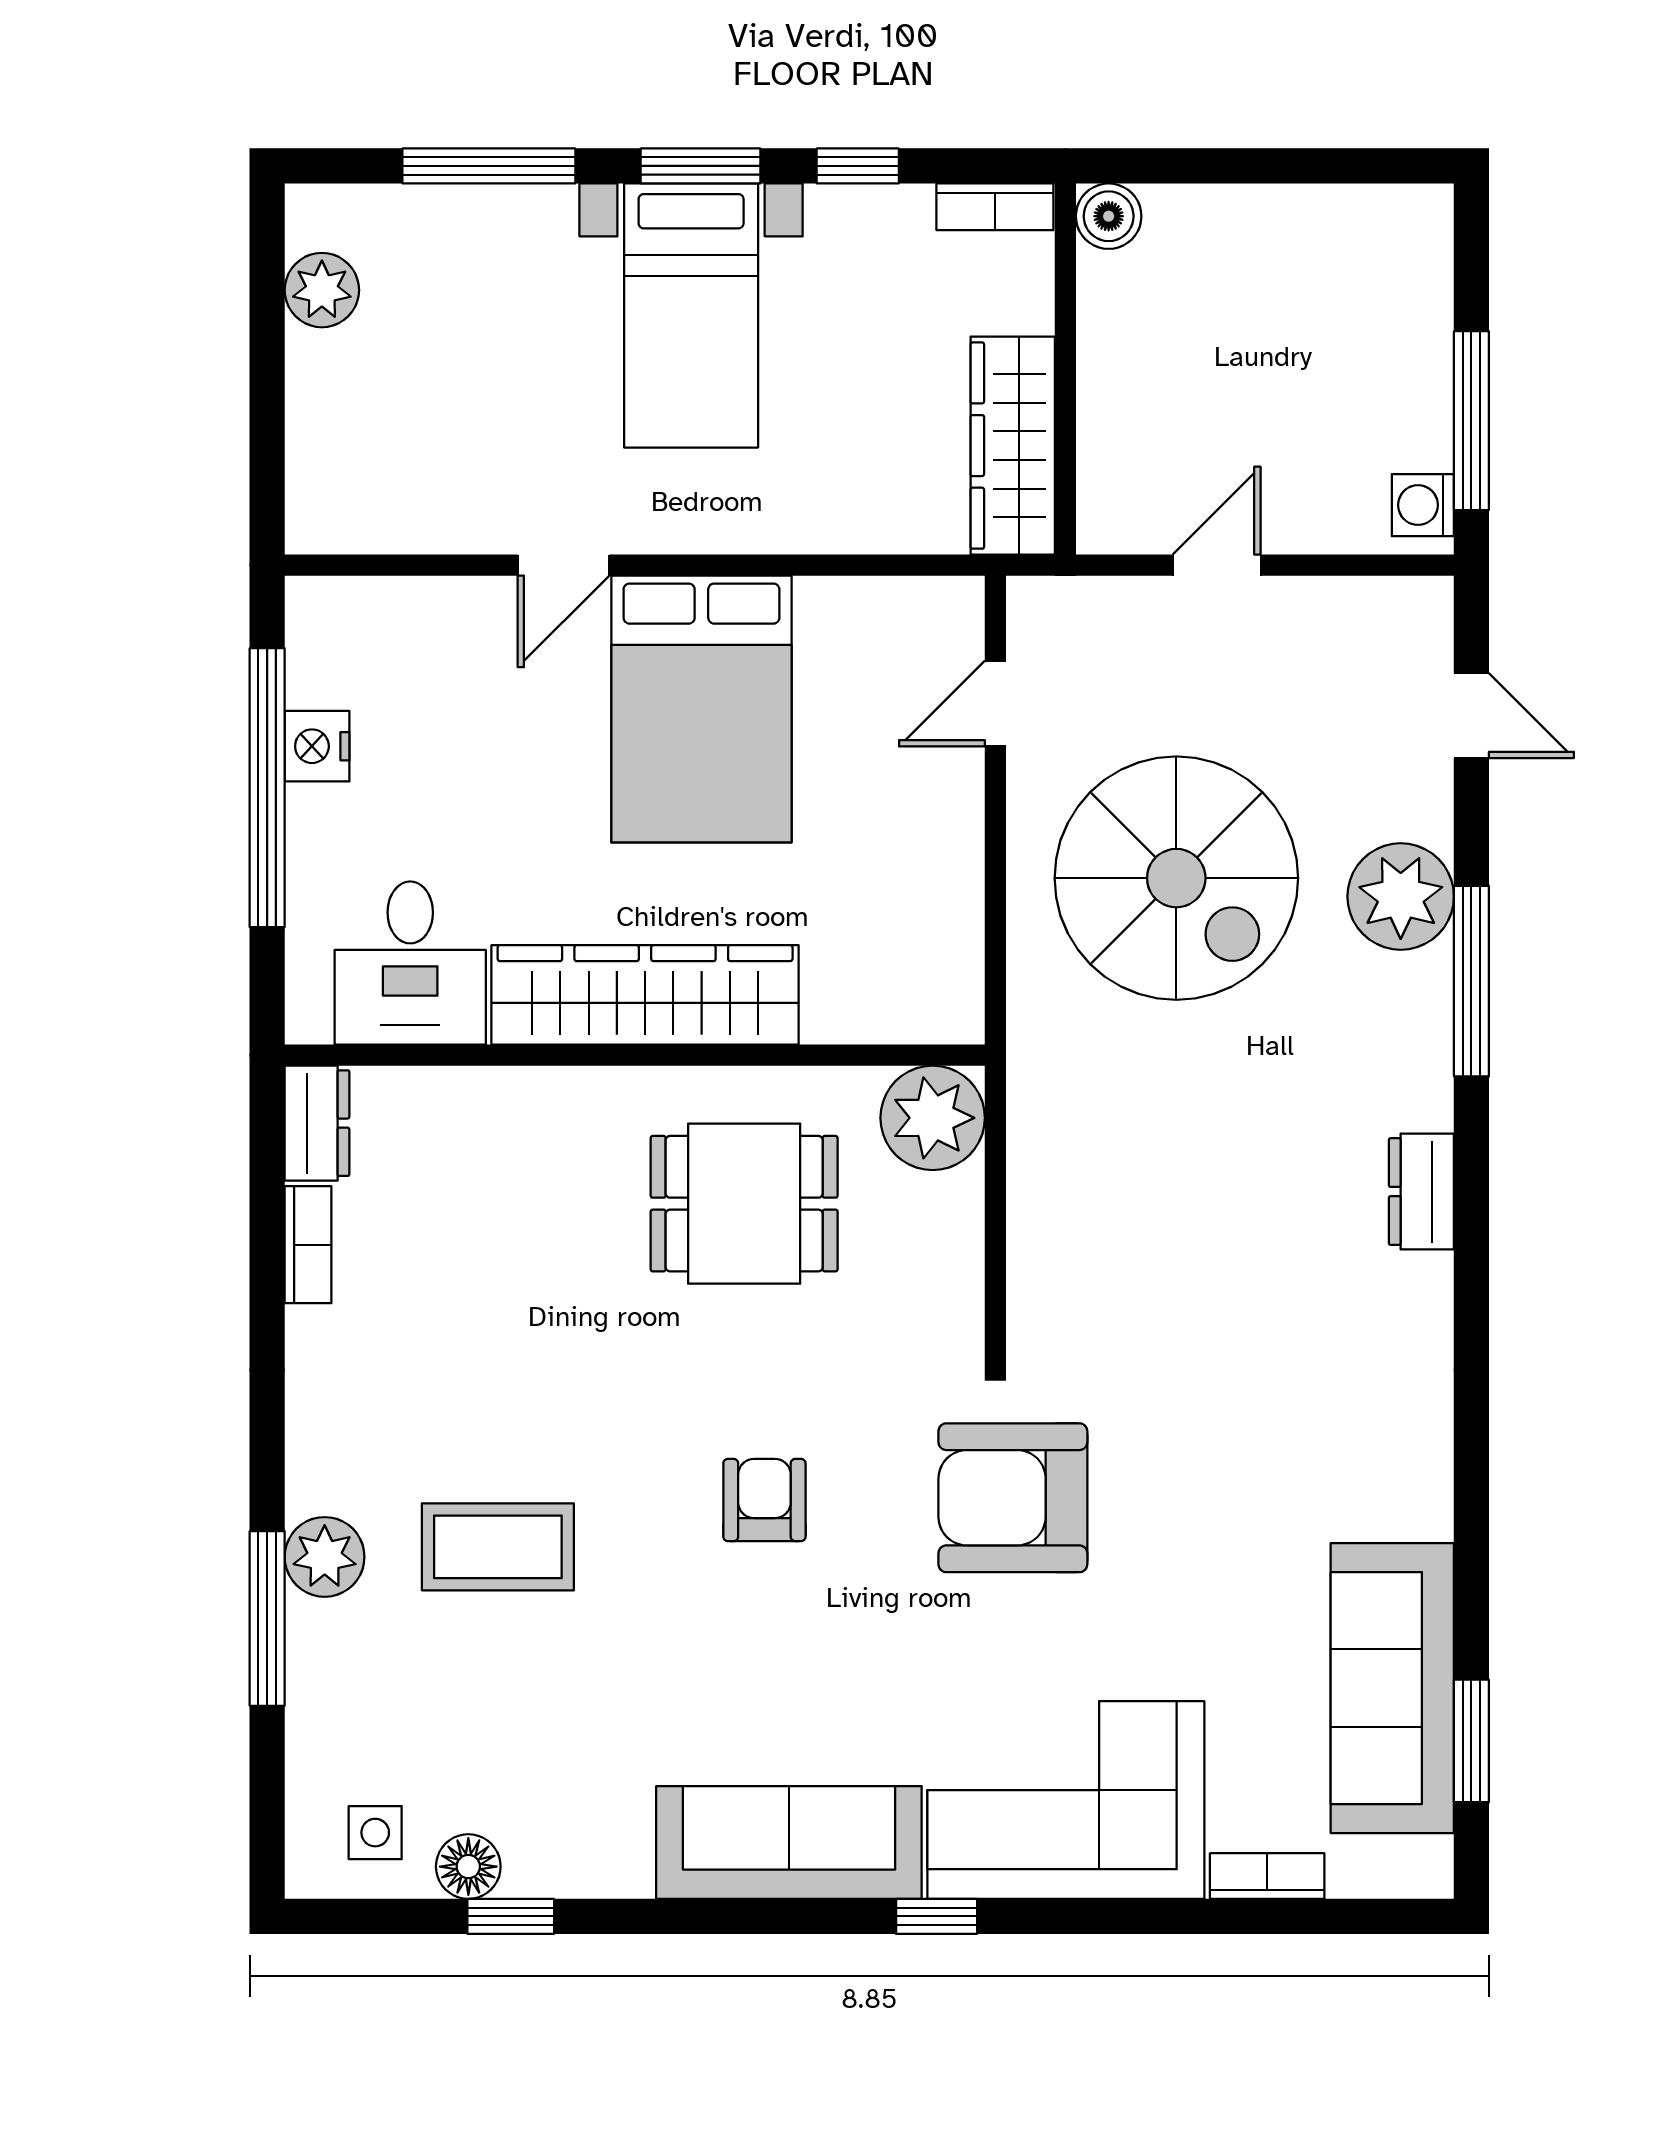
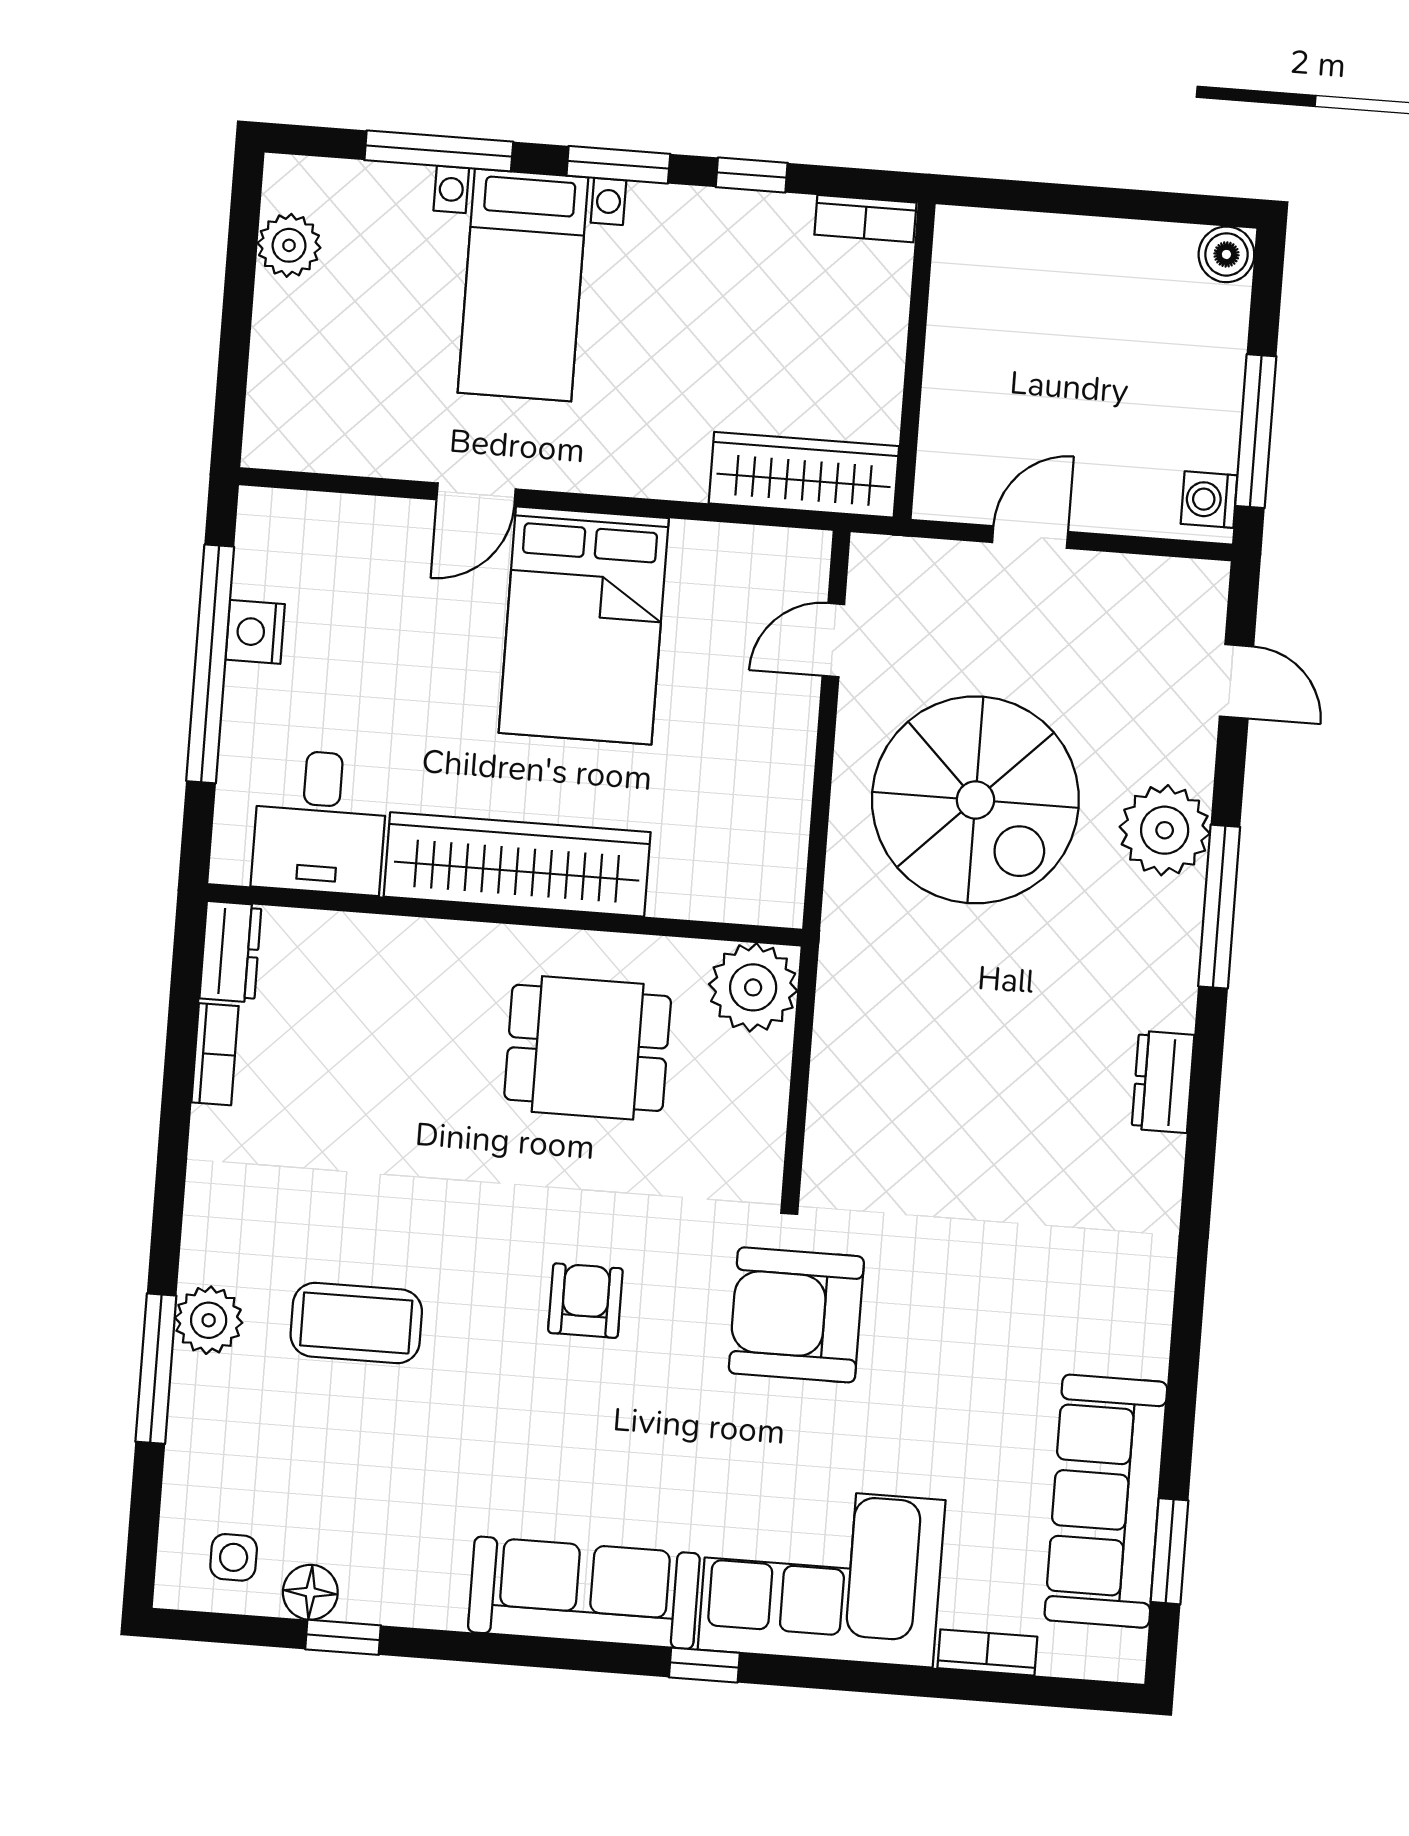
boiler: (1109, 216) -> (1226, 254), moved
bed with nightstands: (691, 316) -> (523, 285), moved
wardrobe: (1013, 446) -> (804, 475), moved, turned 90

